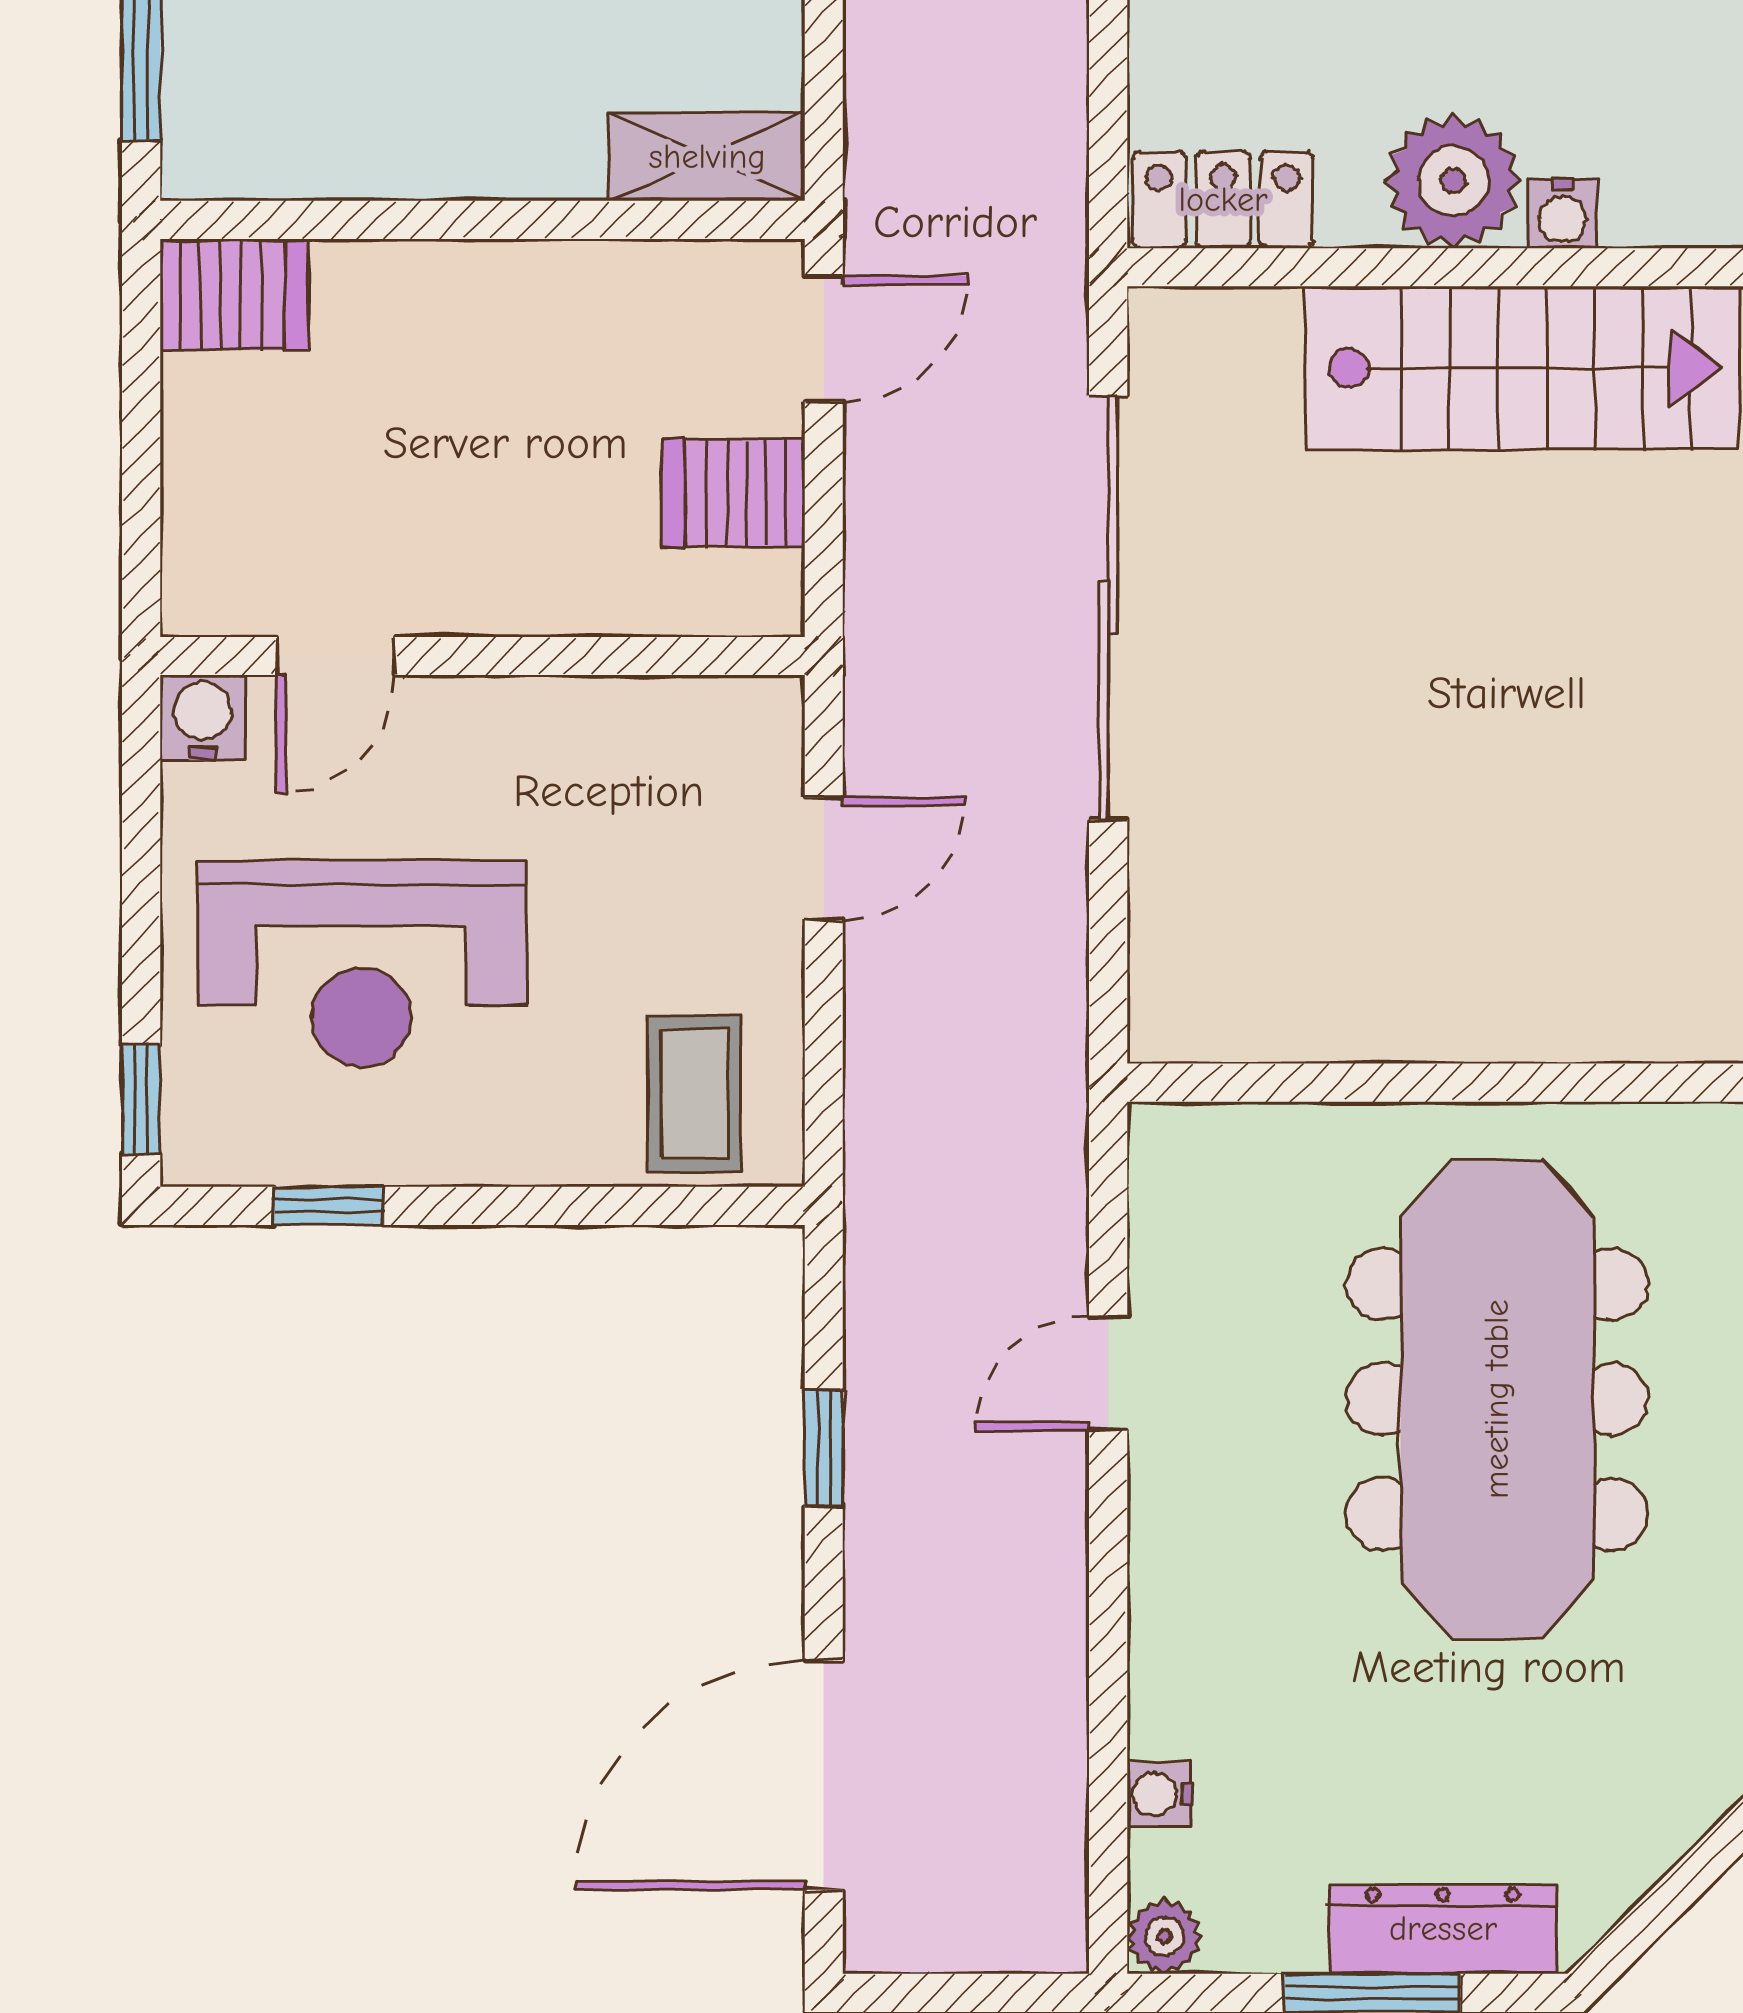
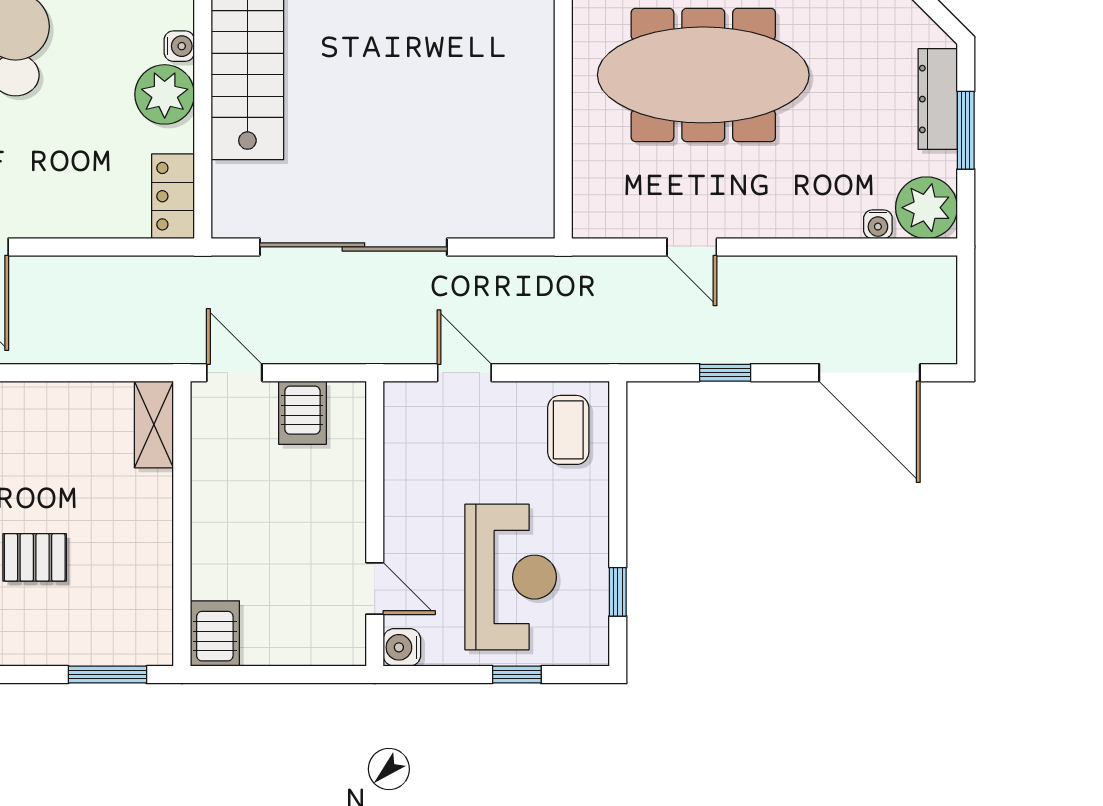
coffee table: (694, 1094) -> (568, 430), turned 90
window: (141, 1099) -> (517, 675), moved
plant: (1164, 1937) -> (926, 208), width x1.87, depth x1.87

